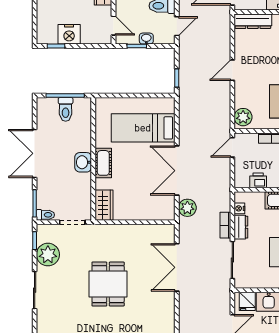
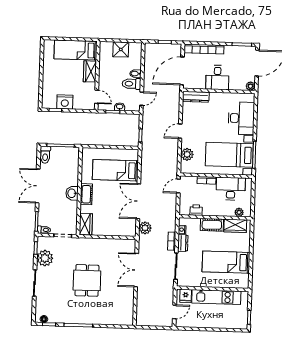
toilet: (66, 109) -> (45, 155), moved
plant: (243, 117) -> (187, 154), moved

